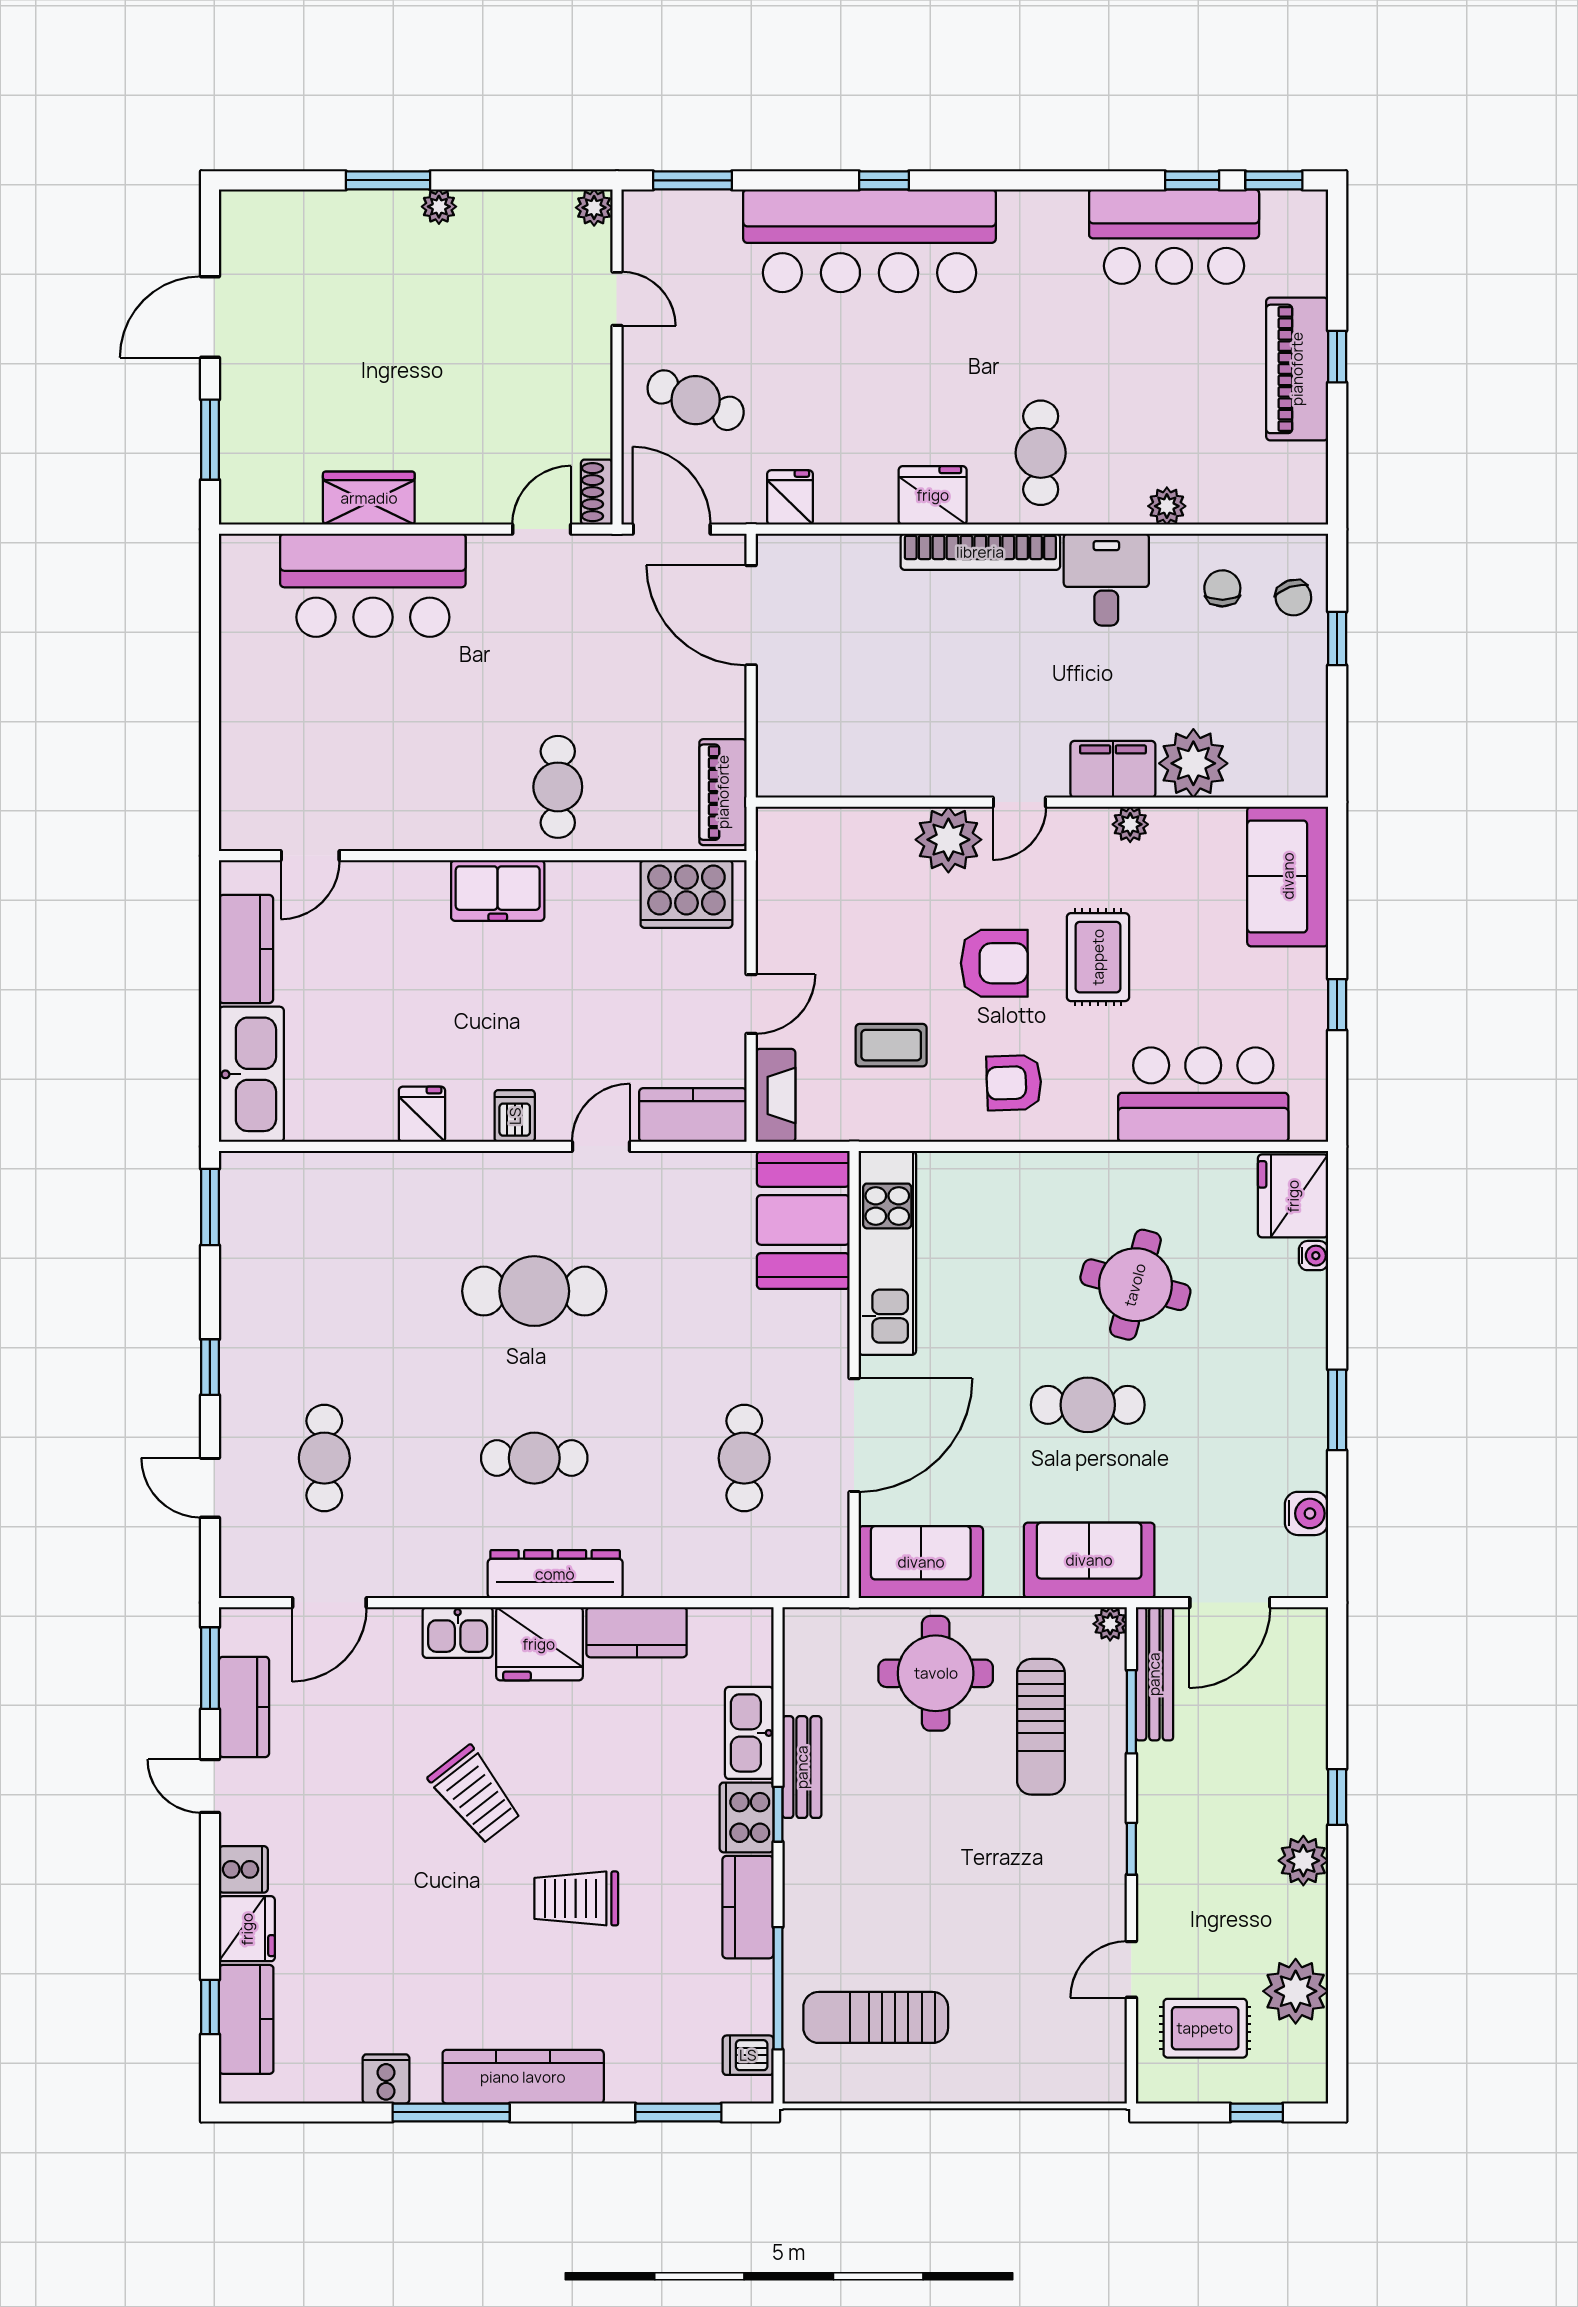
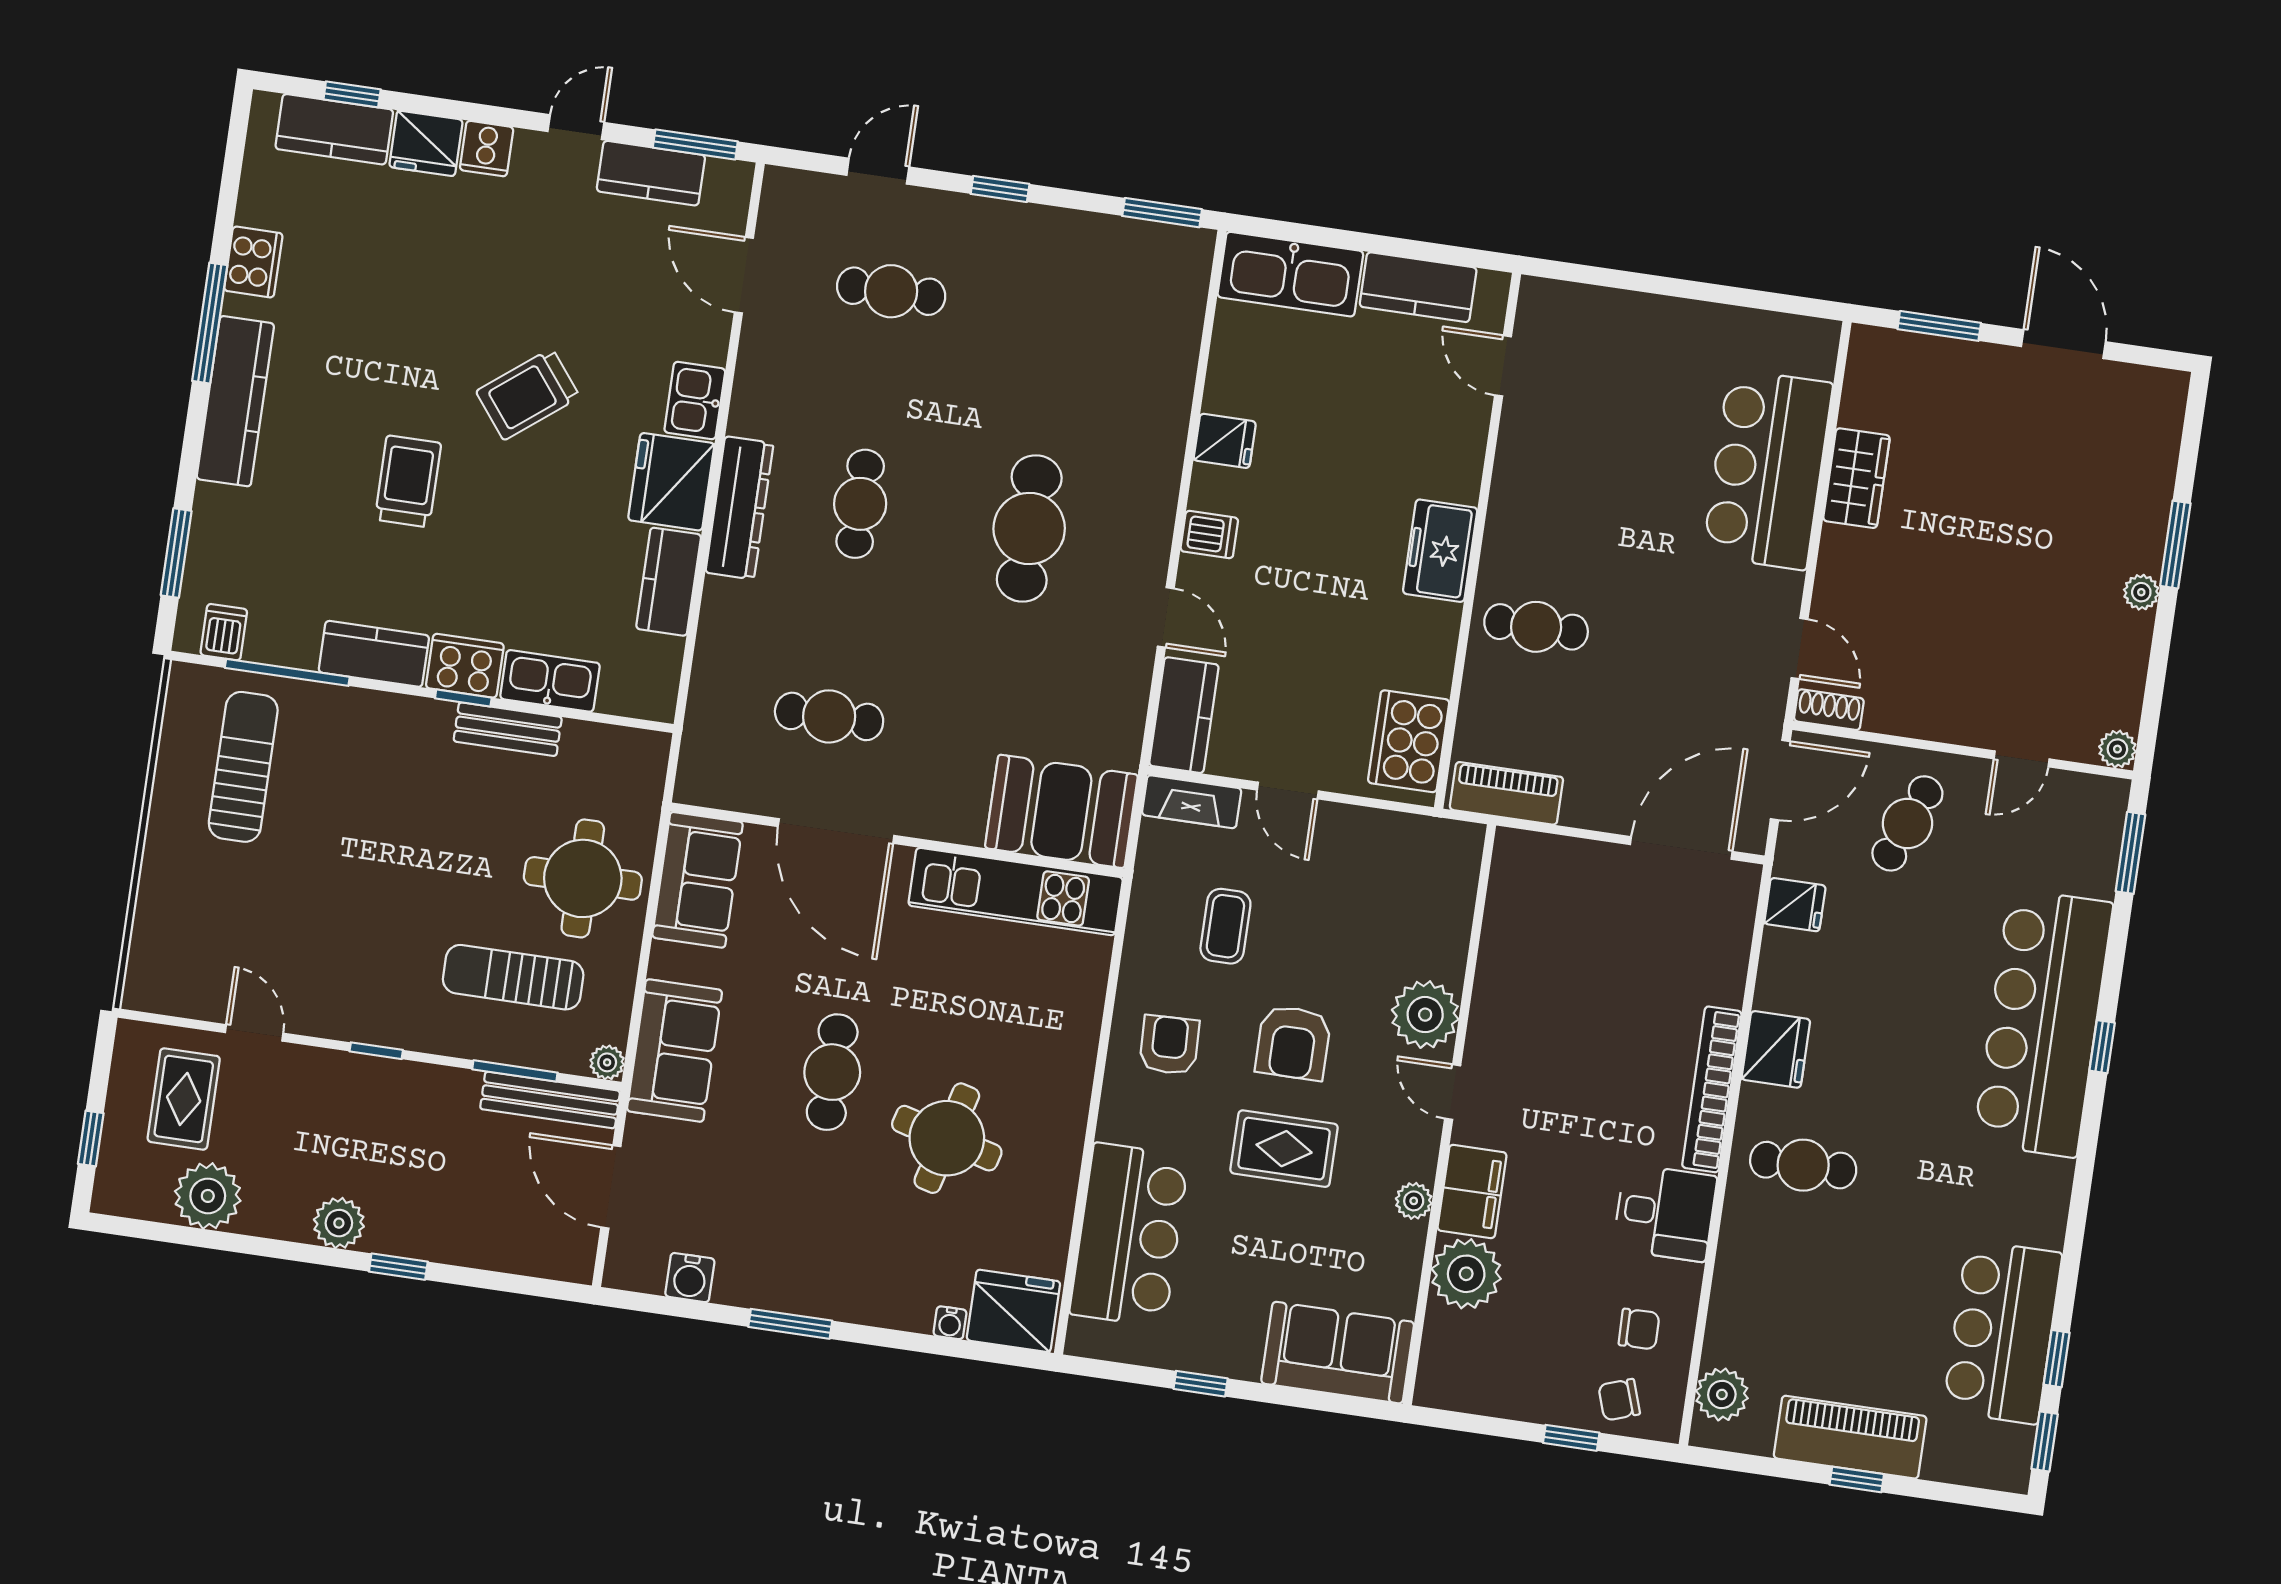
plant: (1167, 506) -> (1722, 1394), moved, width x1.38, depth x1.38
cooker: (386, 2079) -> (253, 262), width x1.36

